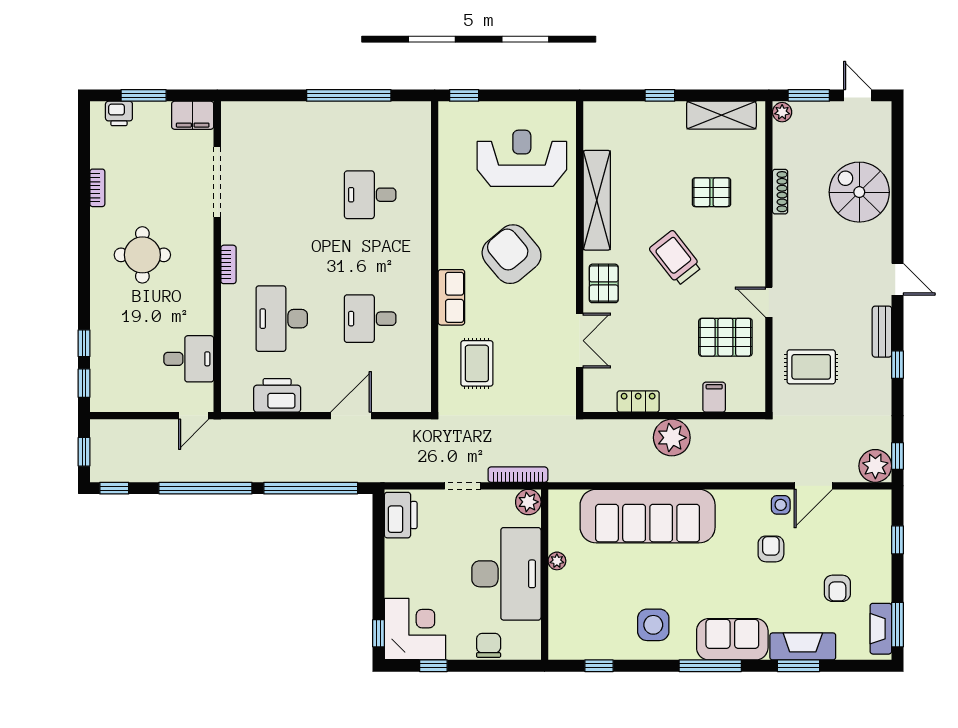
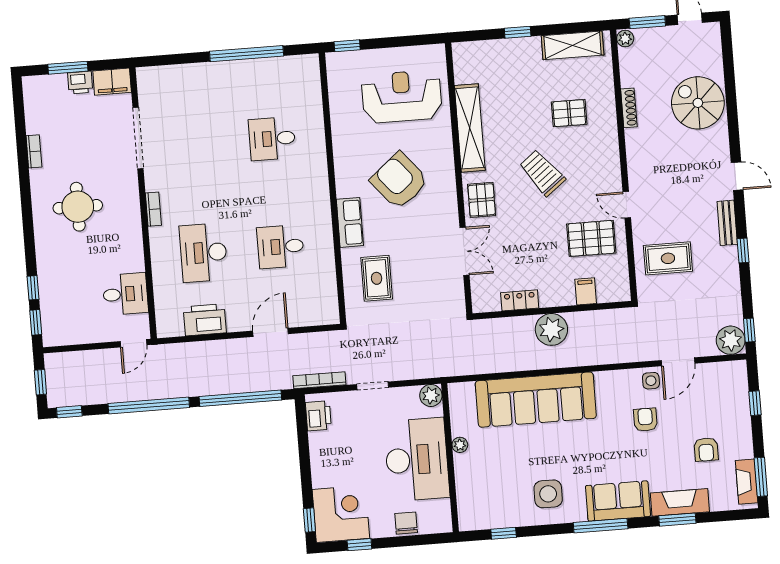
printer: (119, 113) -> (80, 83), moved
bookcase: (518, 475) -> (319, 380), moved
printer: (401, 515) -> (318, 416), width x0.73, depth x0.84

